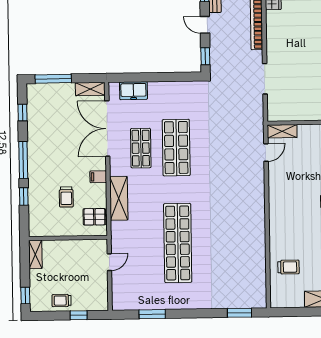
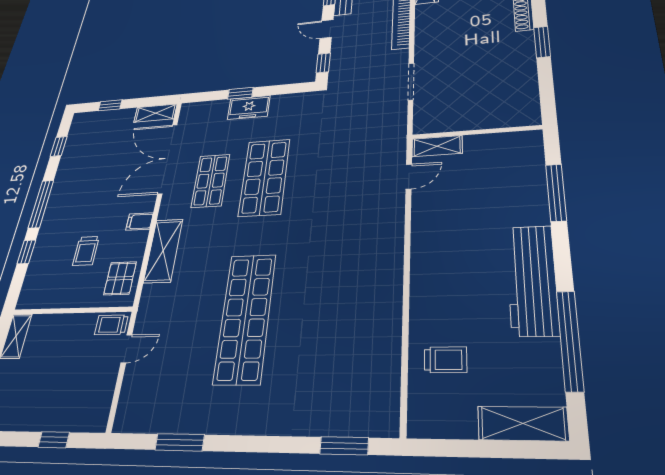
window: (150, 77) -> (240, 93), added
window: (53, 79) -> (110, 105), width x0.46
freezer: (133, 91) -> (249, 108), moved
pallet: (94, 217) -> (120, 278), turned 90
trolley: (62, 301) -> (111, 325), moved

